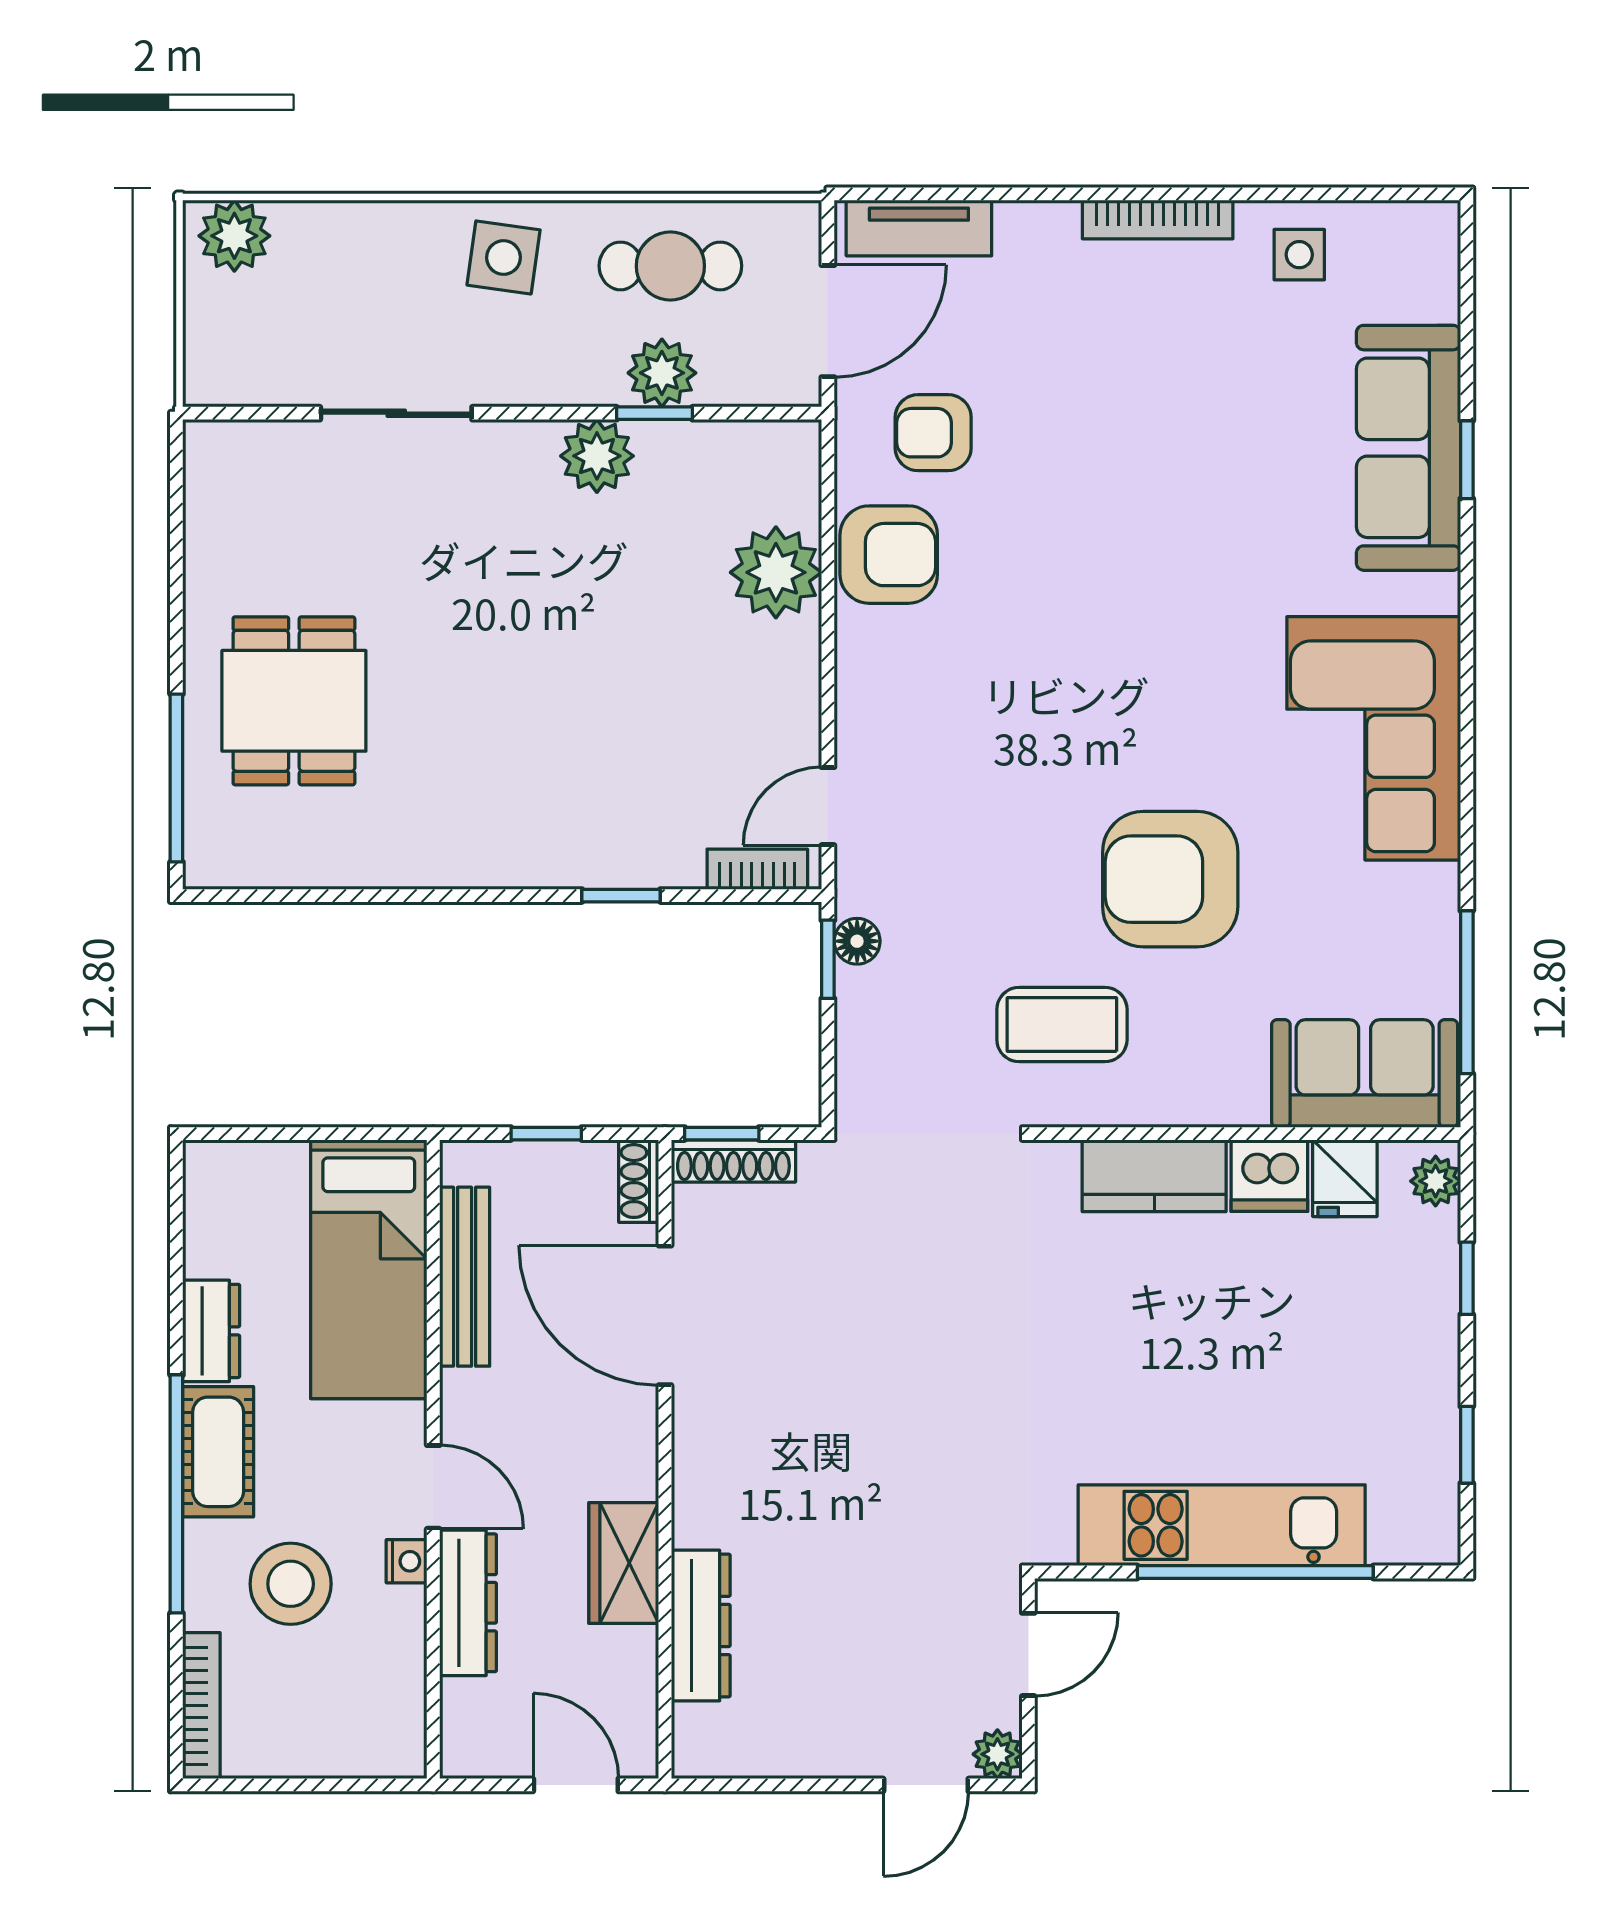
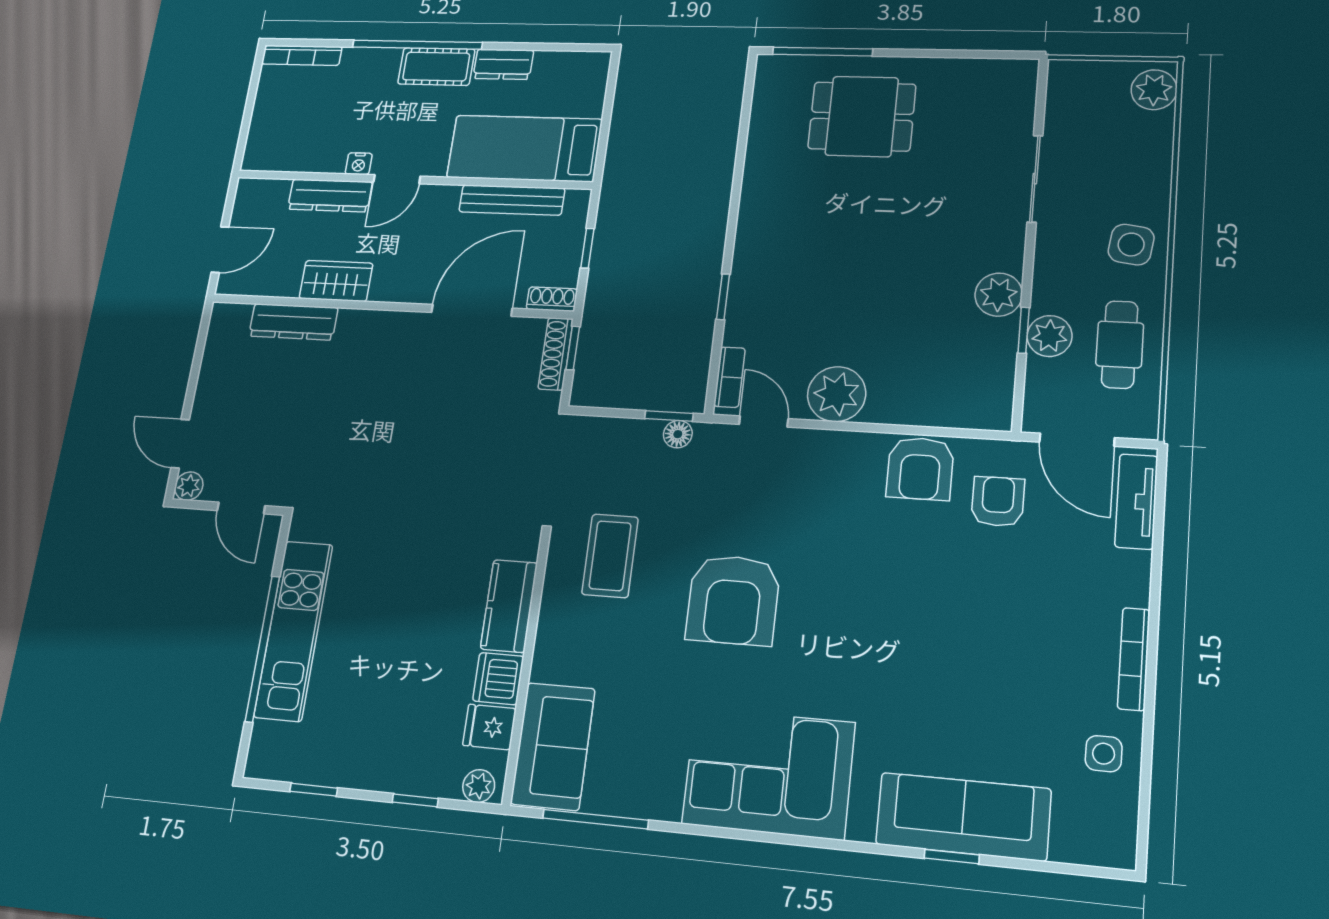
plant: (776, 572) -> (837, 394), moved
armchair: (1170, 879) -> (733, 600), moved, turned 180
stool: (291, 1584) -> (358, 103), removed

